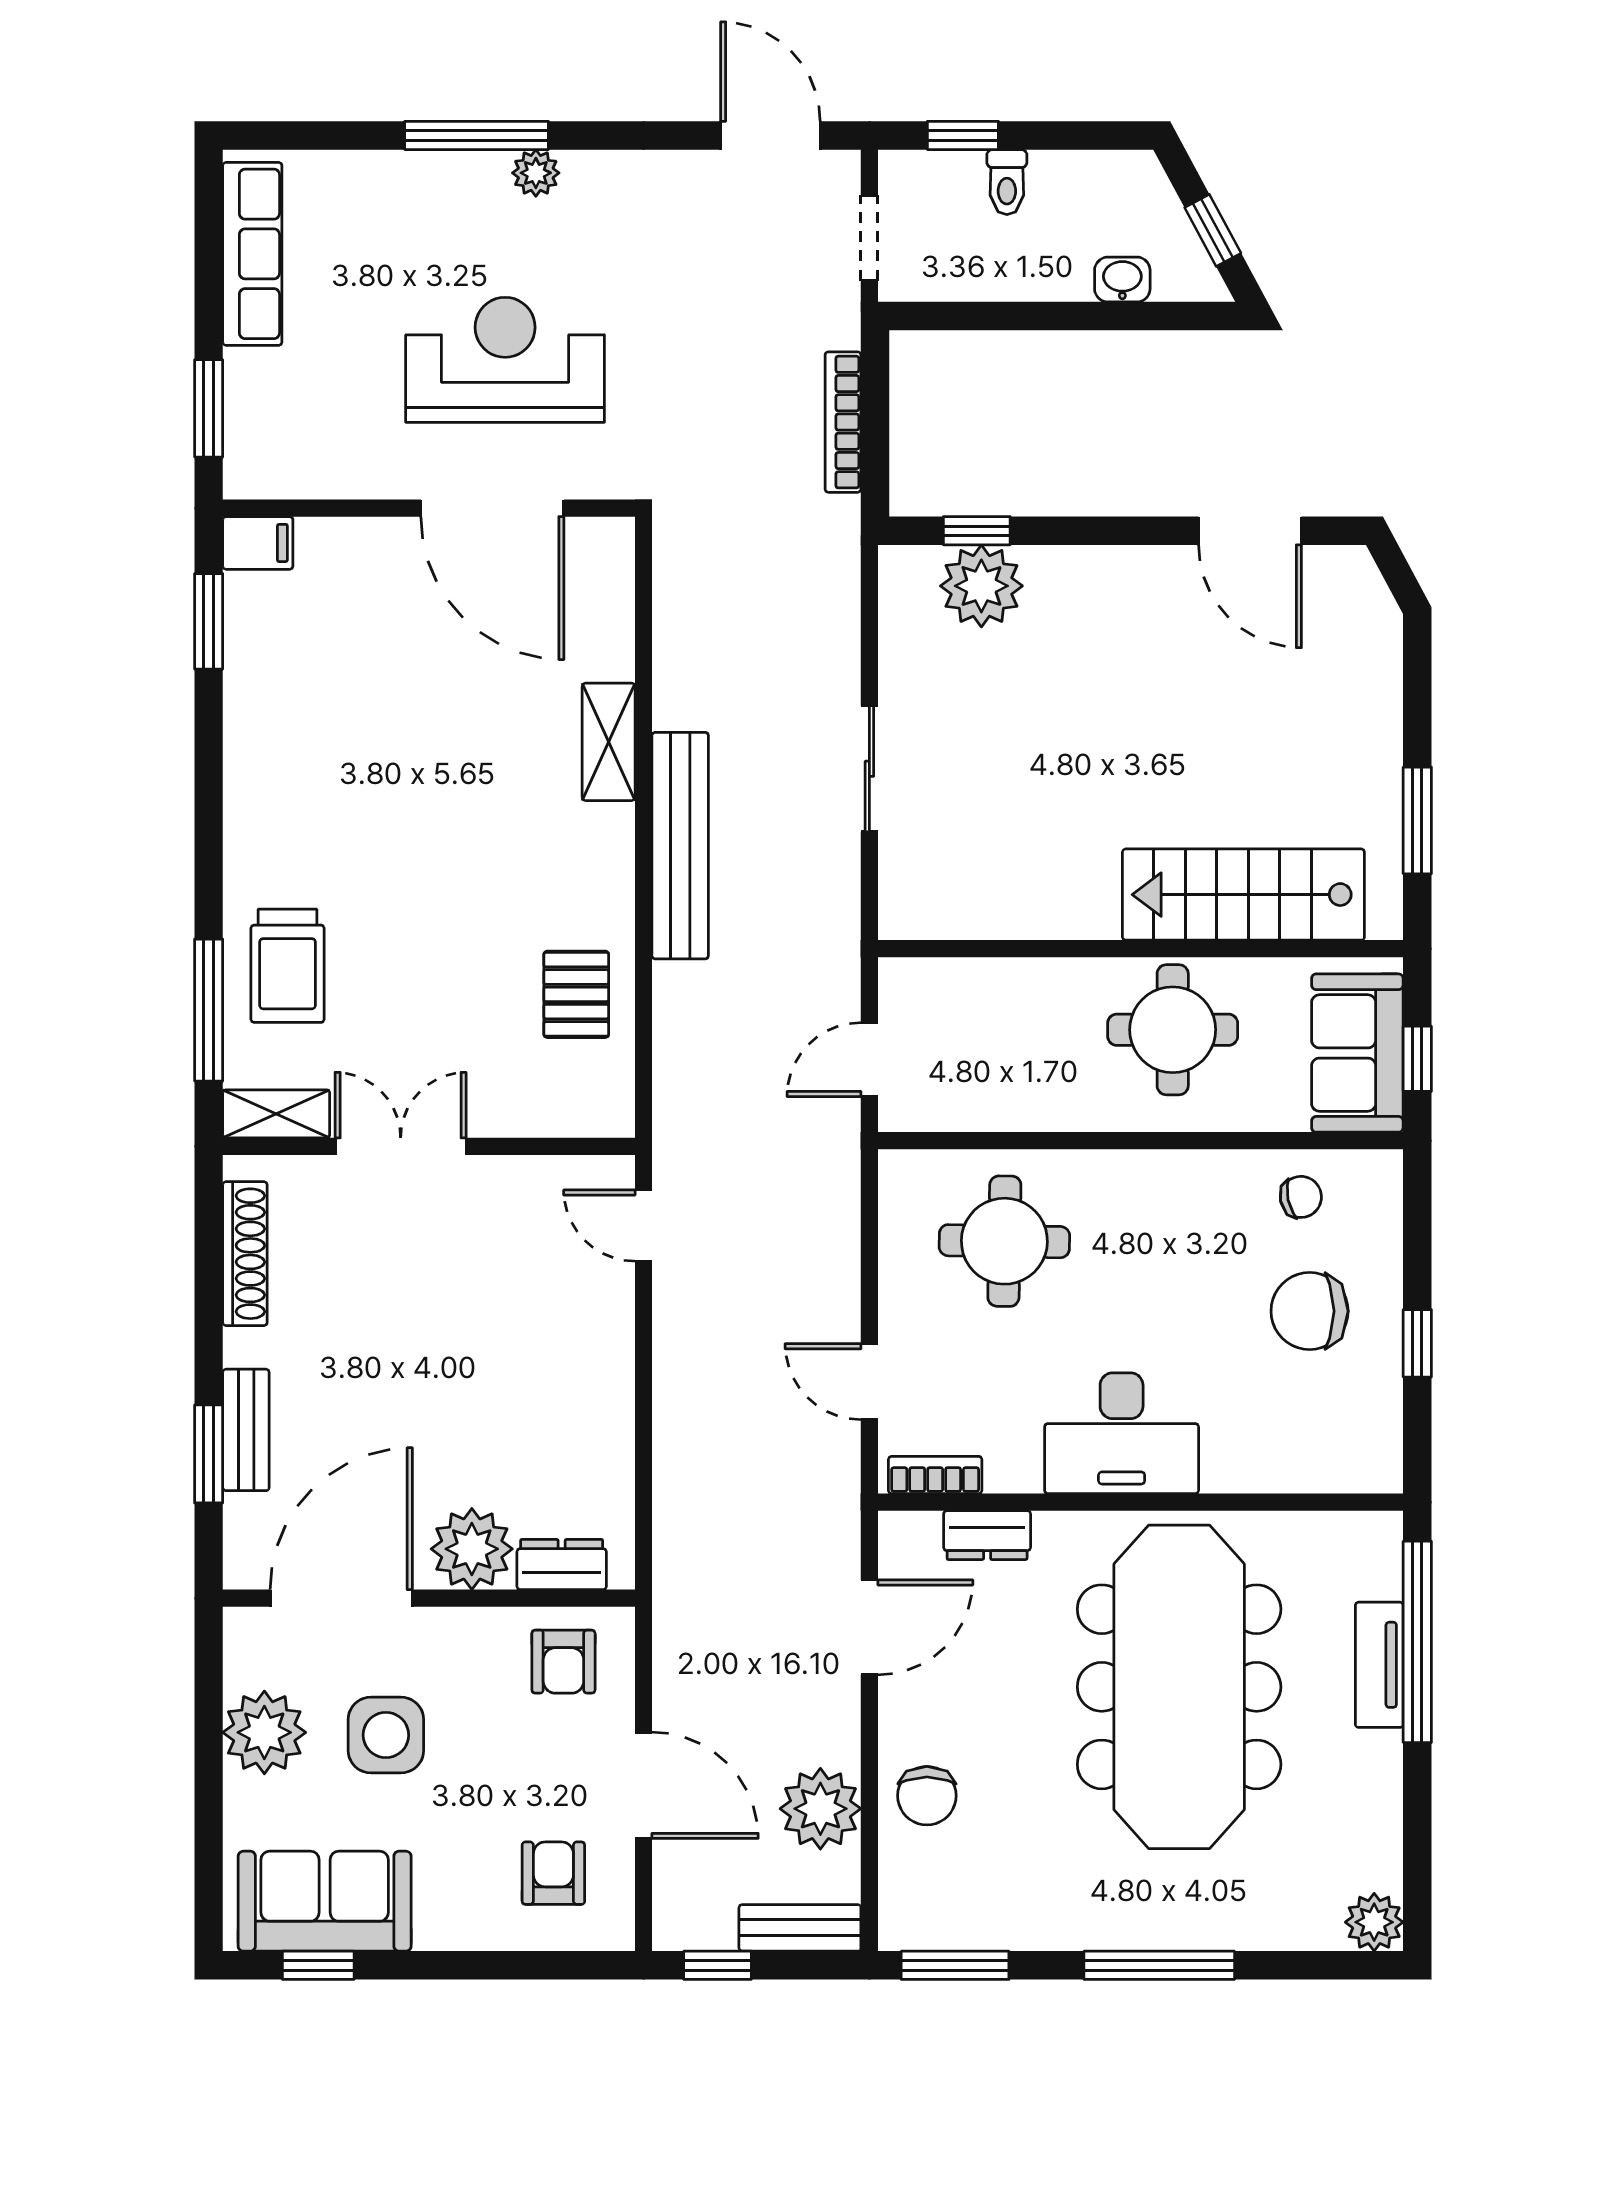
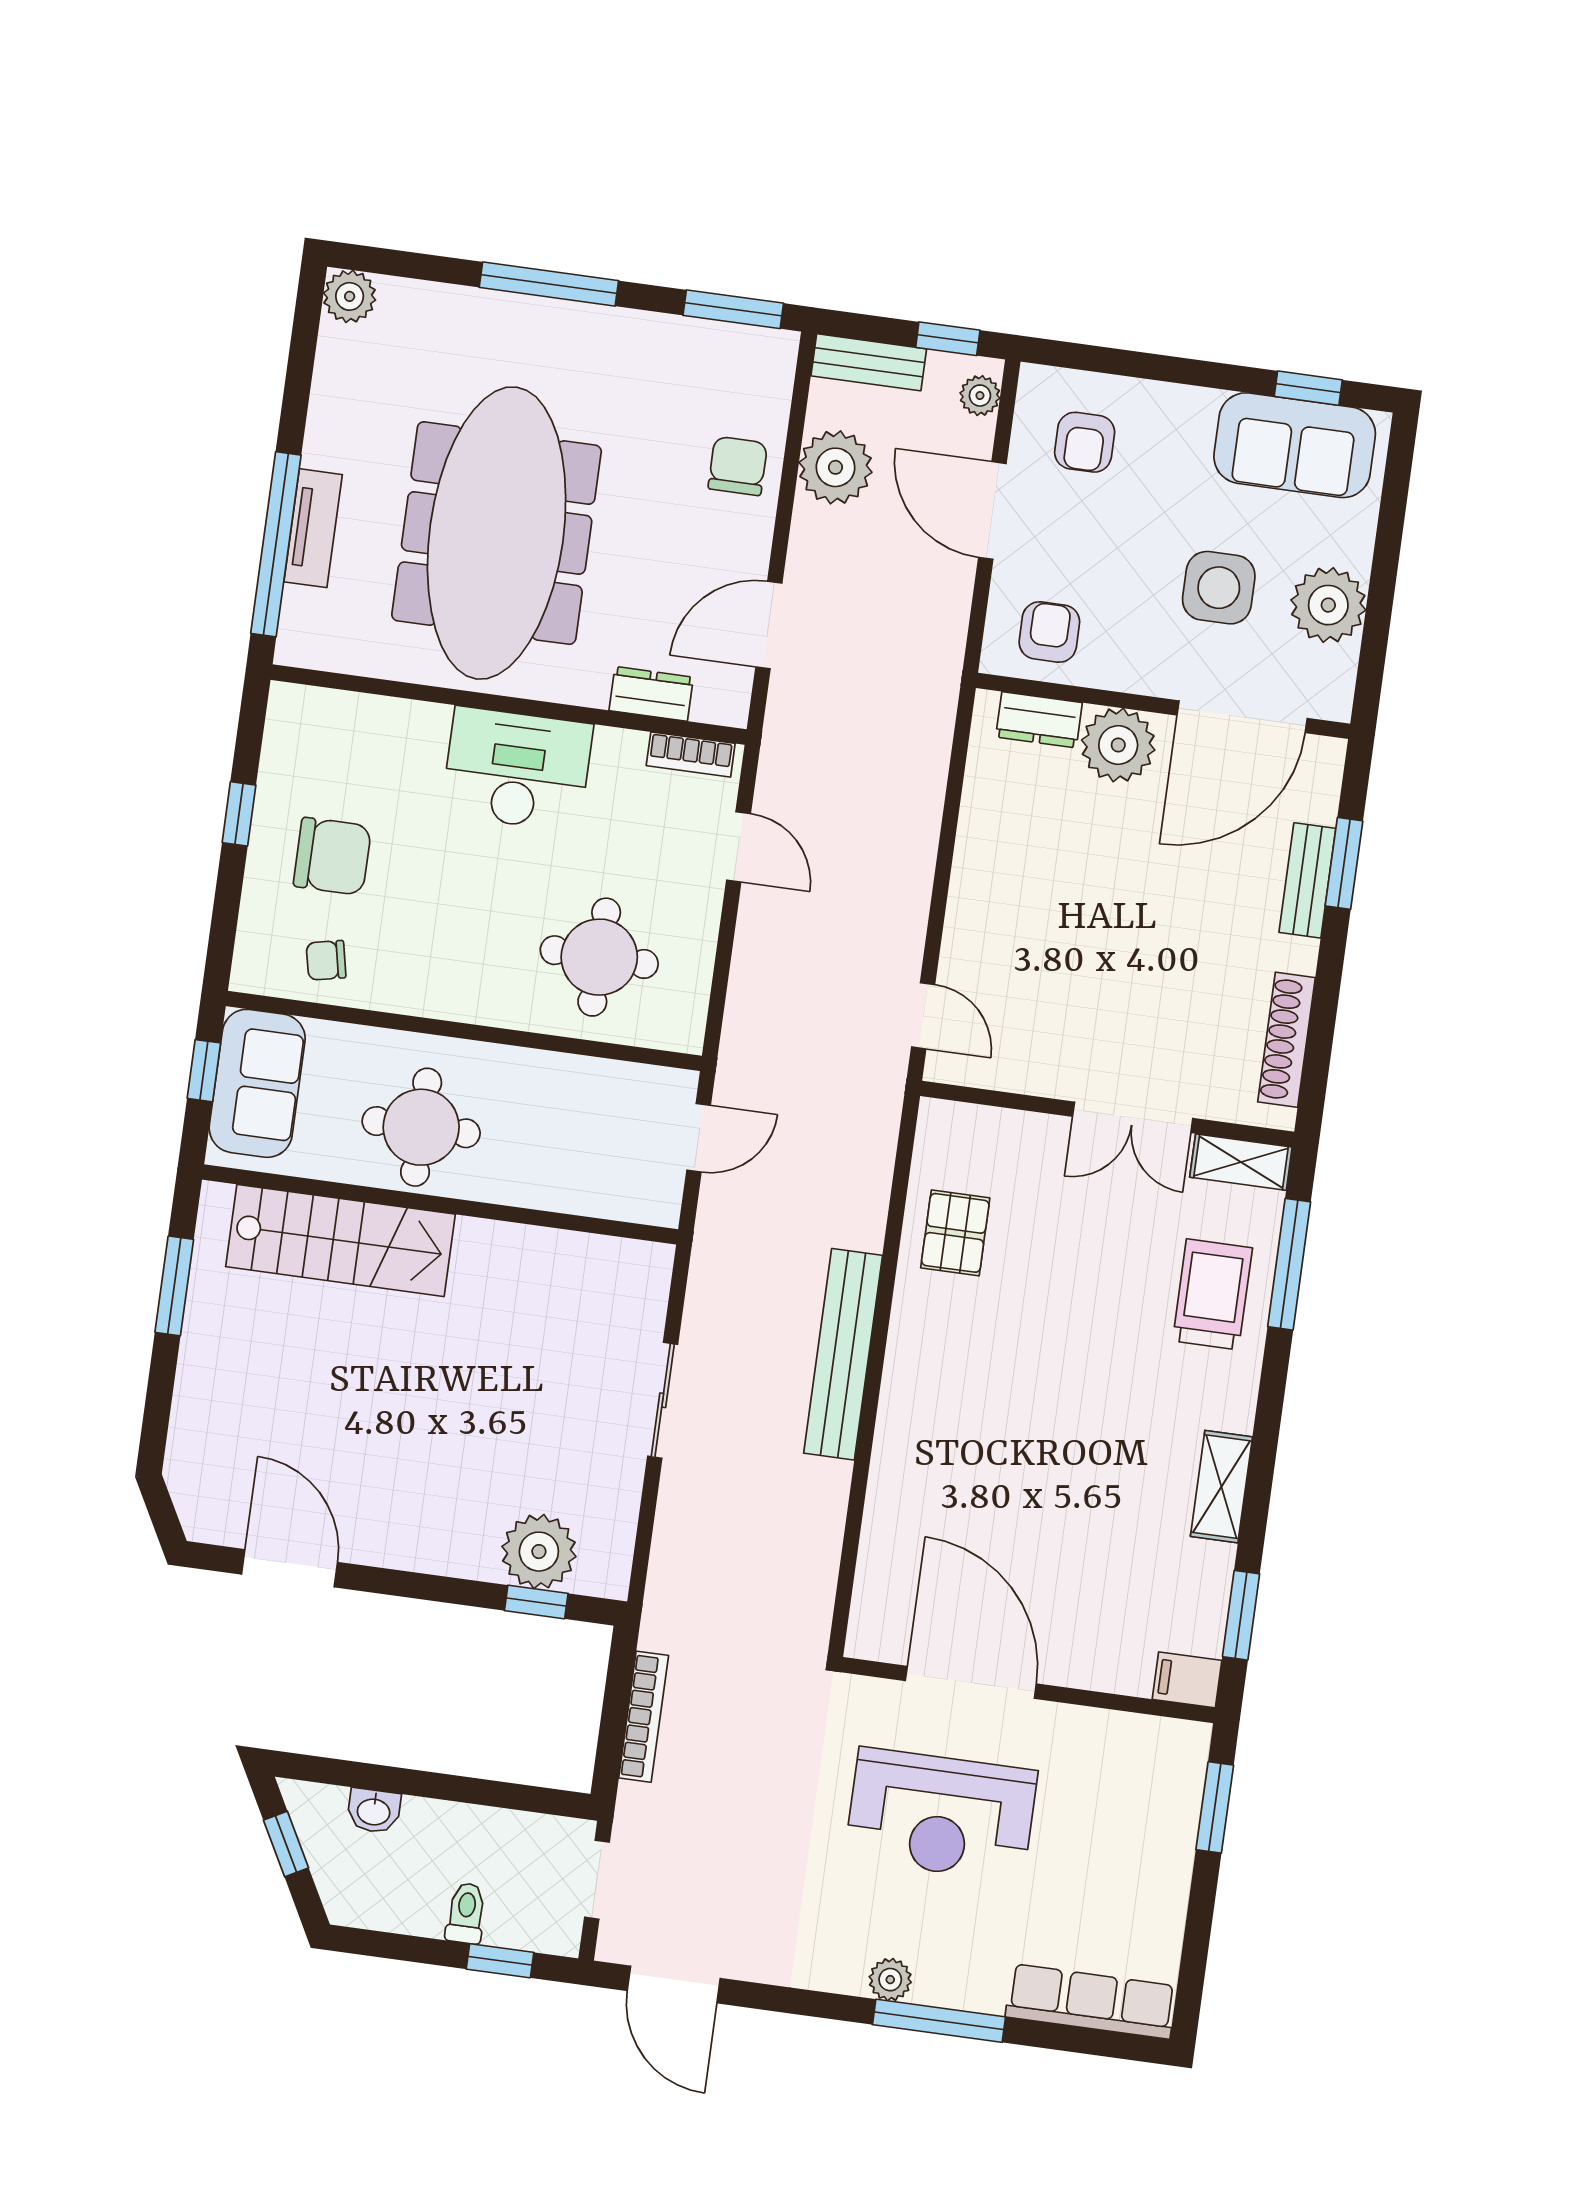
row of seats: (252, 254) -> (1091, 2001), moved, turned 90
shelving: (609, 742) -> (1221, 1487), moved
plant: (674, 1908) -> (980, 396), added

